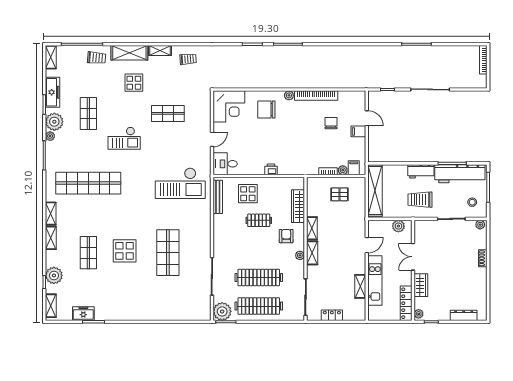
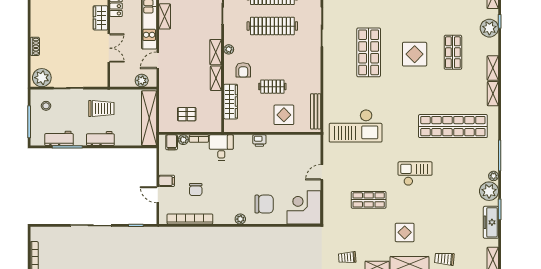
bookcase: (316, 95) -> (190, 219), moved
shop shelf: (88, 113) -> (453, 200), removed
desk: (225, 164) -> (221, 147), moved, turned -90
workbench: (460, 174) -> (59, 138), width x0.53, depth x0.76
checkout: (180, 183) -> (356, 126), turned 180
plant: (480, 225) -> (42, 78), width x1.88, depth x1.88
plant: (398, 226) -> (142, 80), moved

